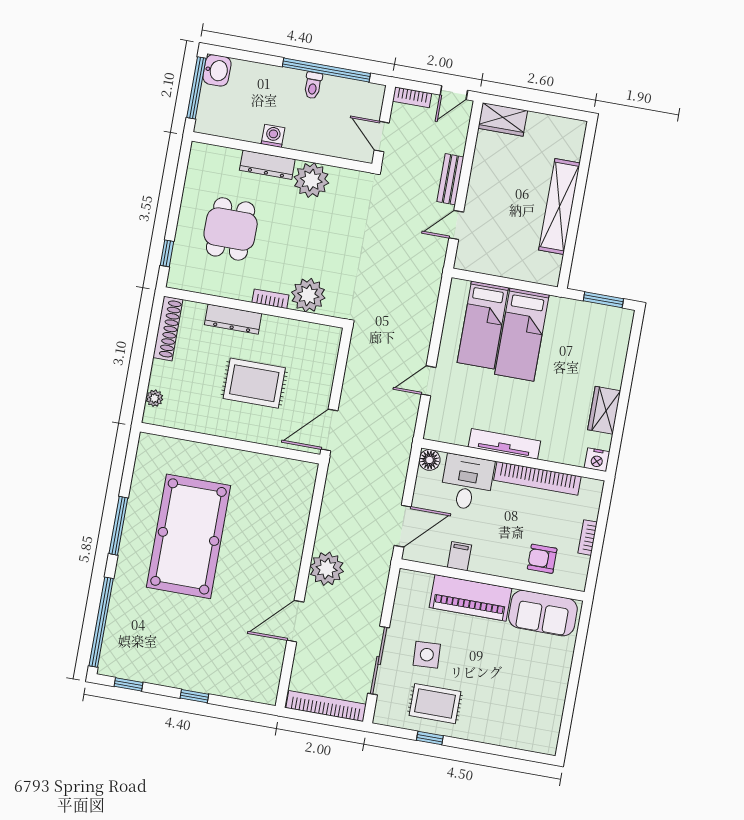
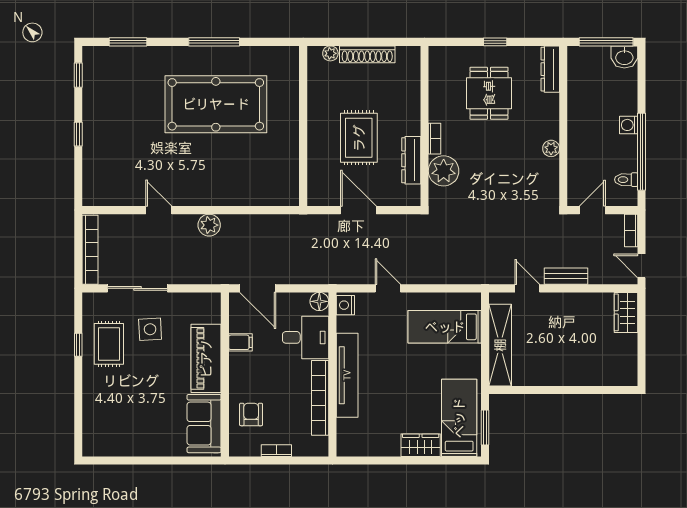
toilet: (313, 85) -> (626, 180), moved
washing machine: (273, 136) -> (629, 125), moved, turned 180
dresser: (267, 165) -> (550, 69), moved
plant: (311, 180) -> (551, 148), width x0.53, depth x0.53
shelving: (559, 206) -> (500, 345), moved, turned 90
dining table: (231, 229) -> (489, 93), turned 90
window: (167, 253) -> (495, 42), moved
dresser: (233, 319) -> (411, 160), moved
shoe rack: (168, 329) -> (367, 54), moved
bed: (522, 335) -> (459, 418), moved, turned 90
wardrobe: (604, 410) -> (421, 445), moved
door: (329, 430) -> (358, 210), moved
tv unit: (504, 444) -> (347, 375), width x1.36, depth x1.29
nightstand: (597, 460) -> (345, 305), moved
plant: (327, 569) -> (209, 225), width x0.73, depth x0.73
door: (295, 621) -> (159, 210), width x0.73
window: (101, 622) -> (128, 42), width x0.47

